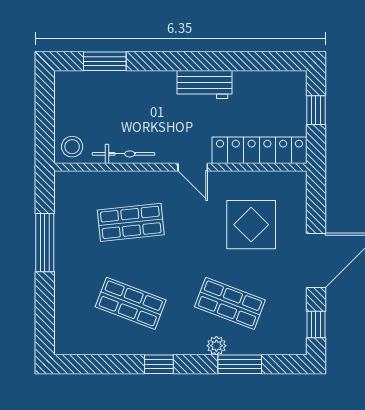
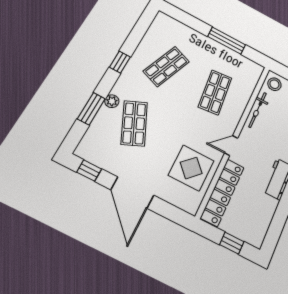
display table: (251, 225) -> (191, 168), moved
shop shelf: (230, 303) -> (134, 123), turned -45

